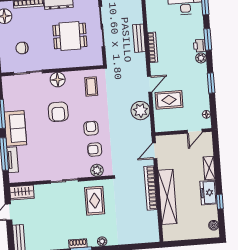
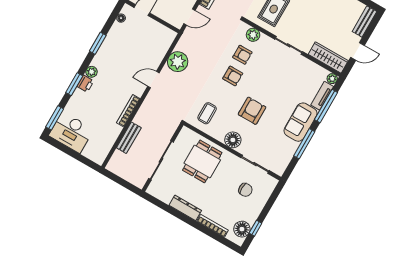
dining table: (70, 36) -> (202, 161), moved, turned 90
bench: (139, 38) -> (129, 138), moved
rug: (169, 100) -> (146, 54), removed
armchair: (91, 128) -> (233, 76), turned -90
plant: (14, 178) -> (332, 79), added
wardrobe: (22, 193) -> (328, 58), width x1.50

